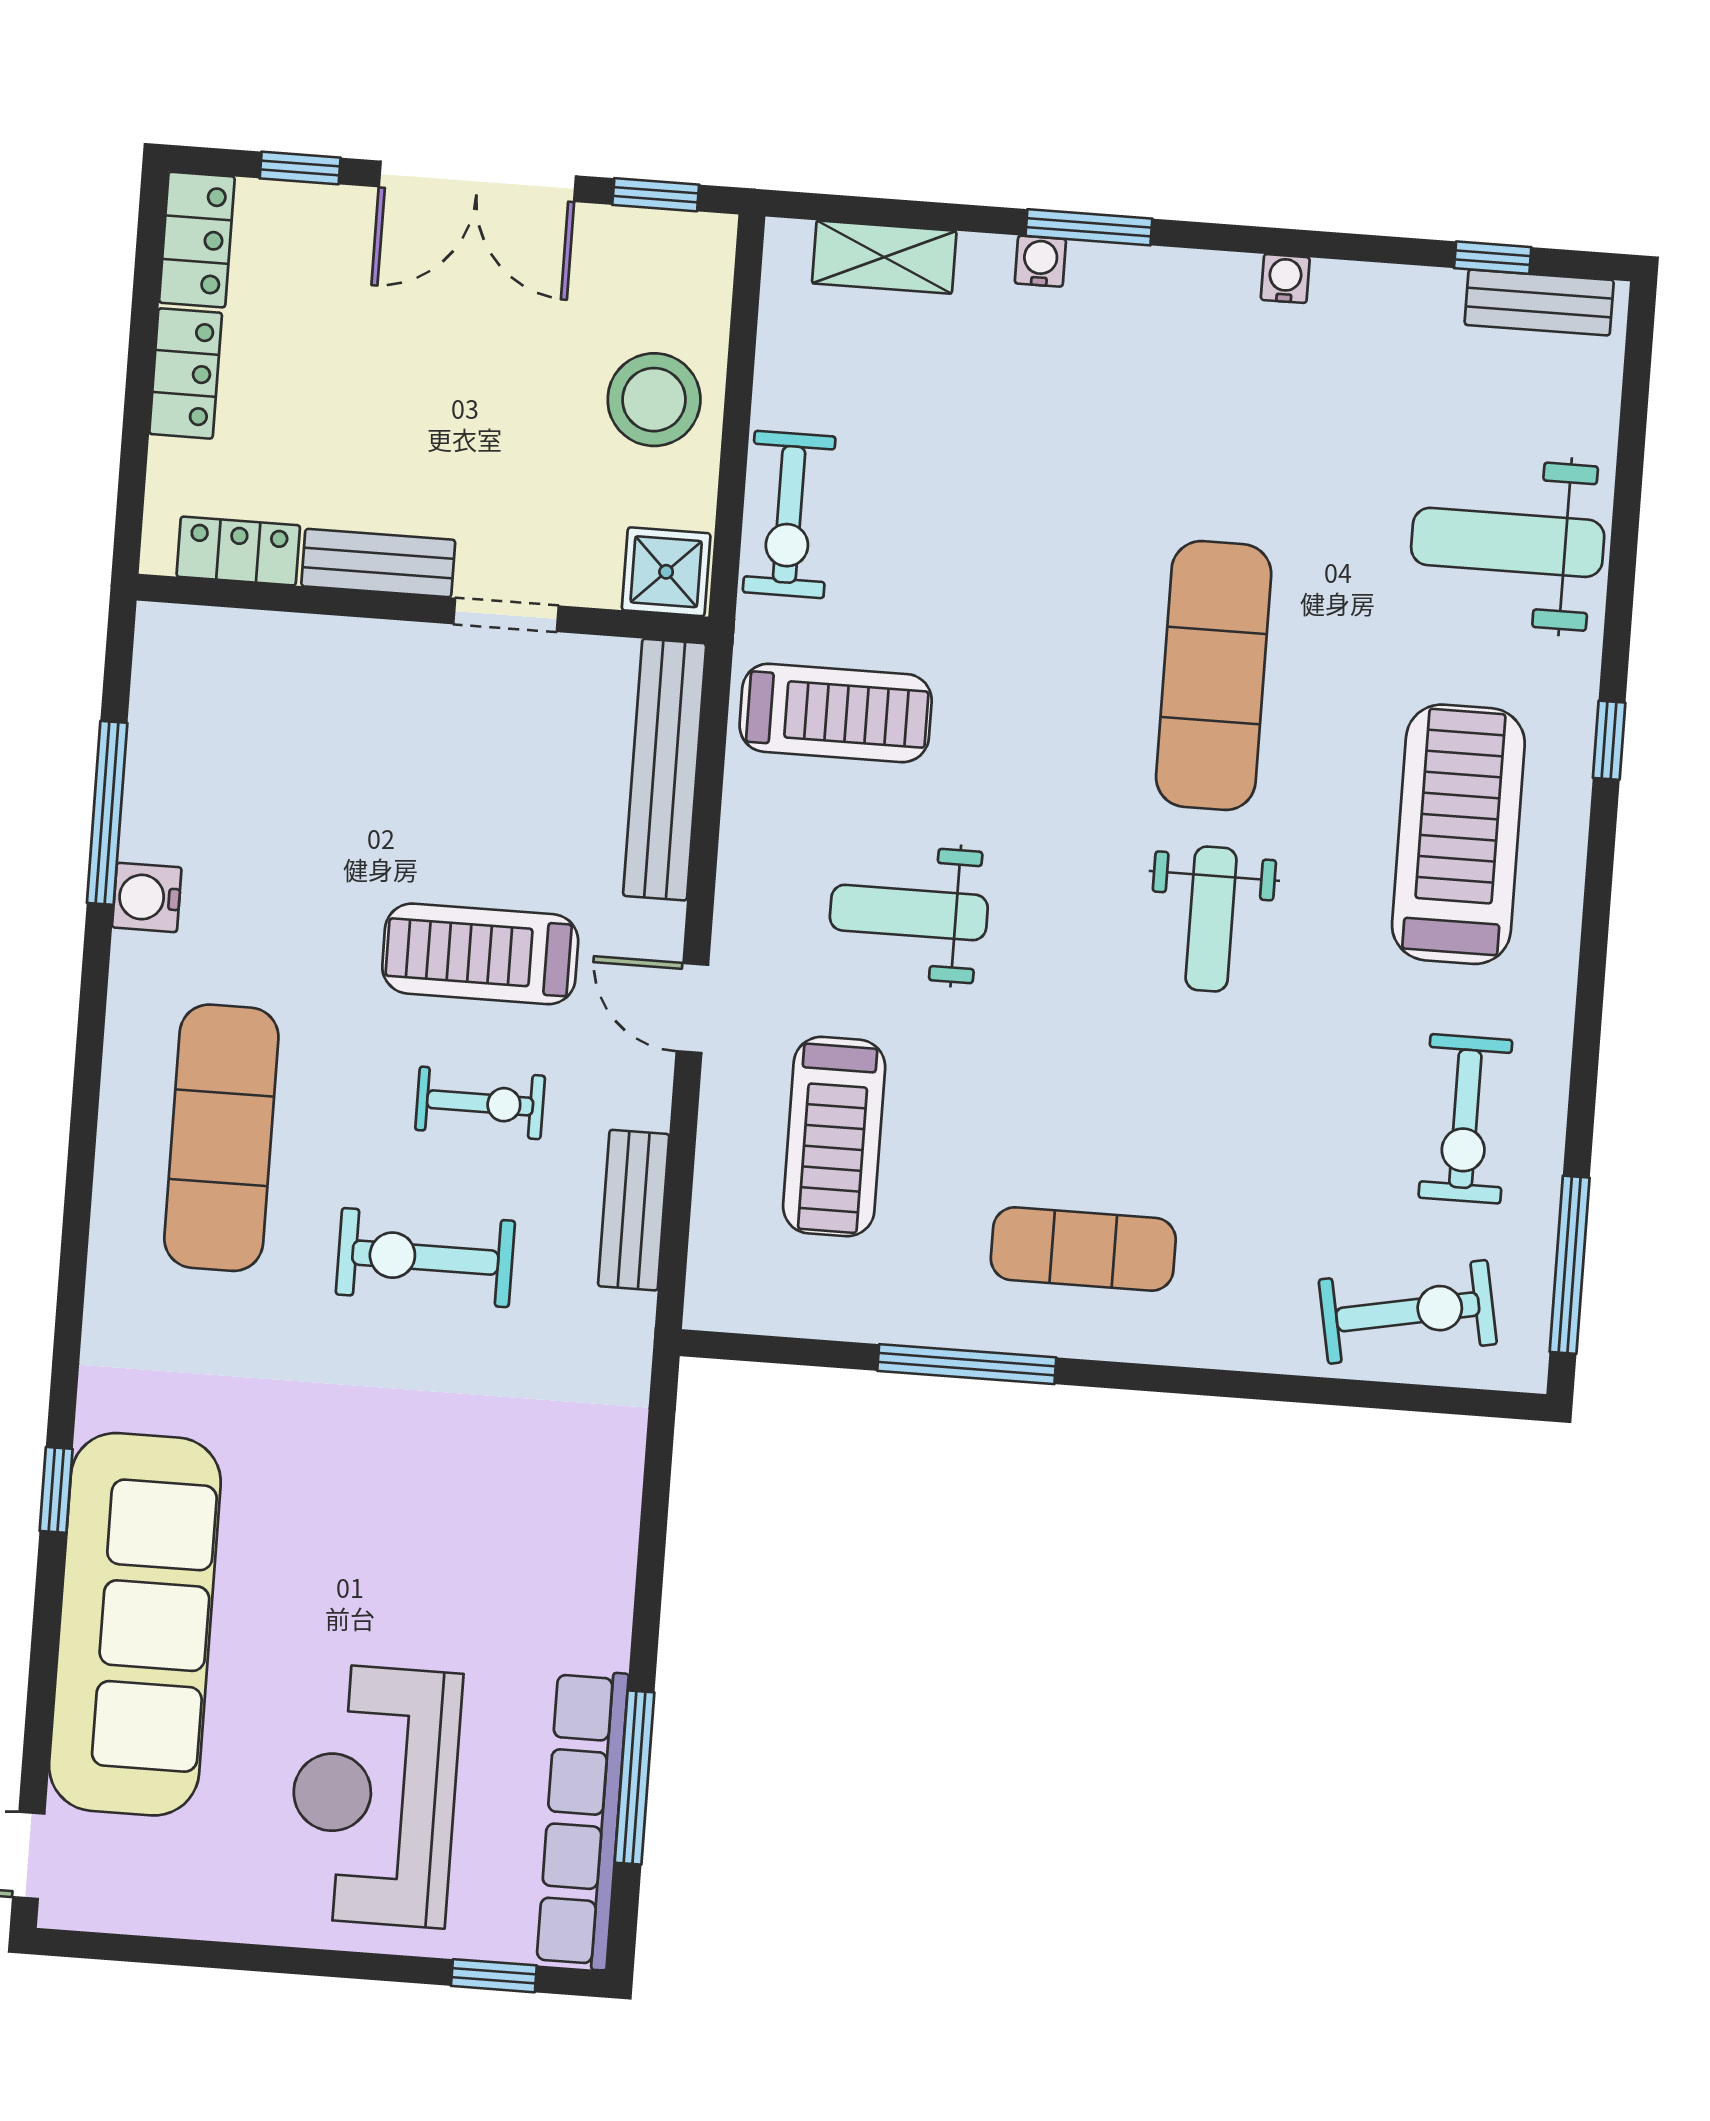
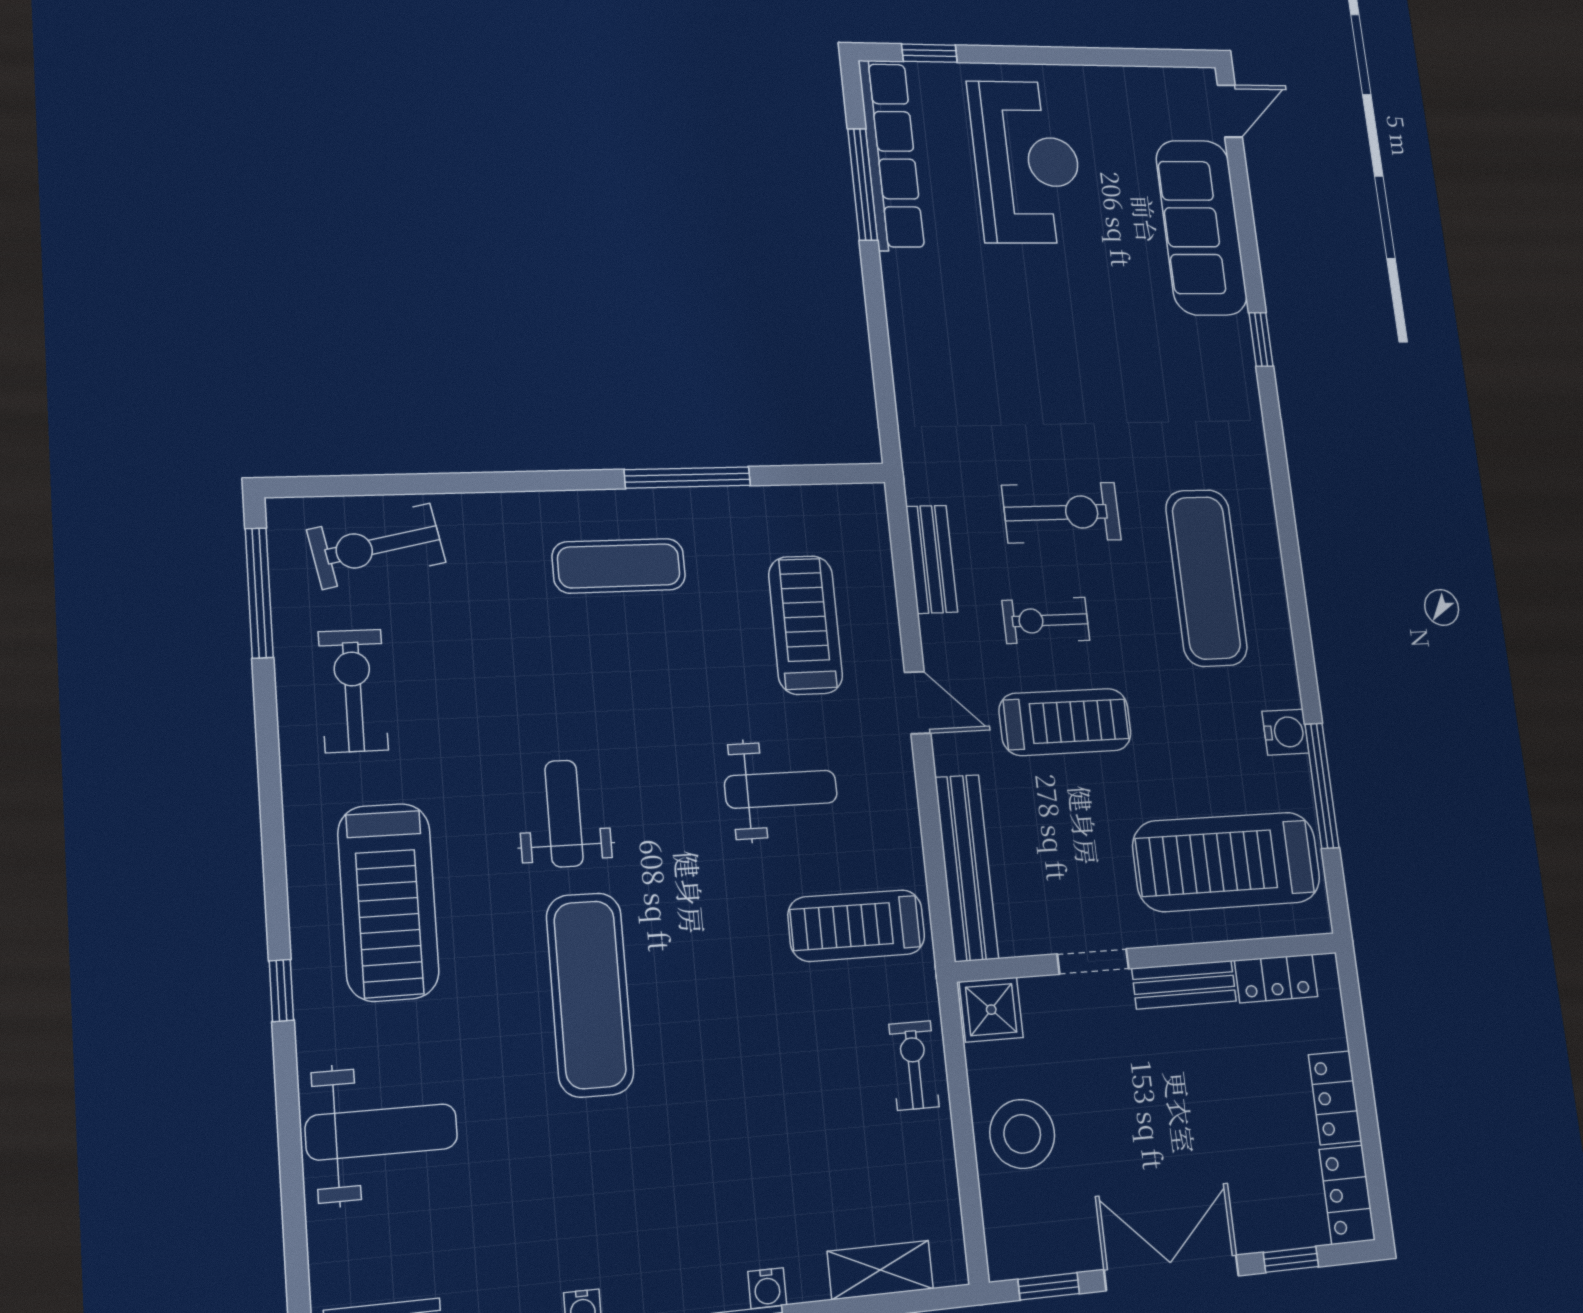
exercise bike: (789, 514) -> (914, 1065), width x0.73, depth x0.72
treadmill: (278, 724) -> (1227, 862), added
sofa: (135, 1624) -> (1201, 227), width x0.74, depth x0.79

